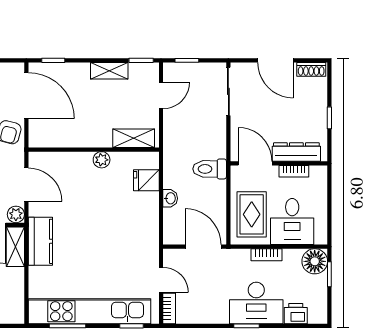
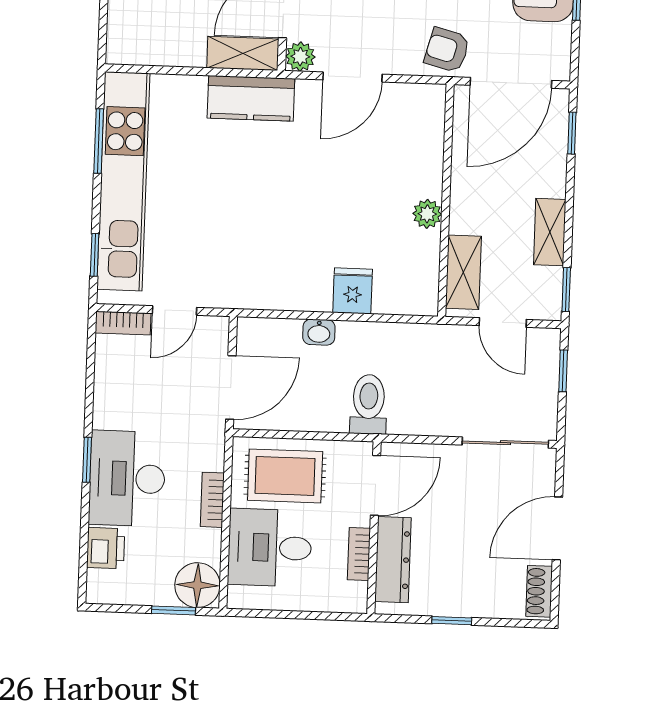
shelving: (134, 138) -> (463, 272), moved
wall: (94, 150) -> (446, 200), moved
plant: (102, 160) -> (427, 214), moved

